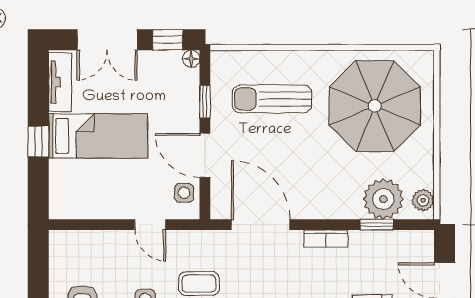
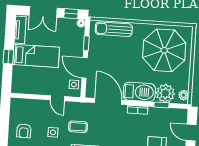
sun lounger: (272, 99) -> (114, 29), moved
barbecue: (327, 200) -> (139, 92), added

